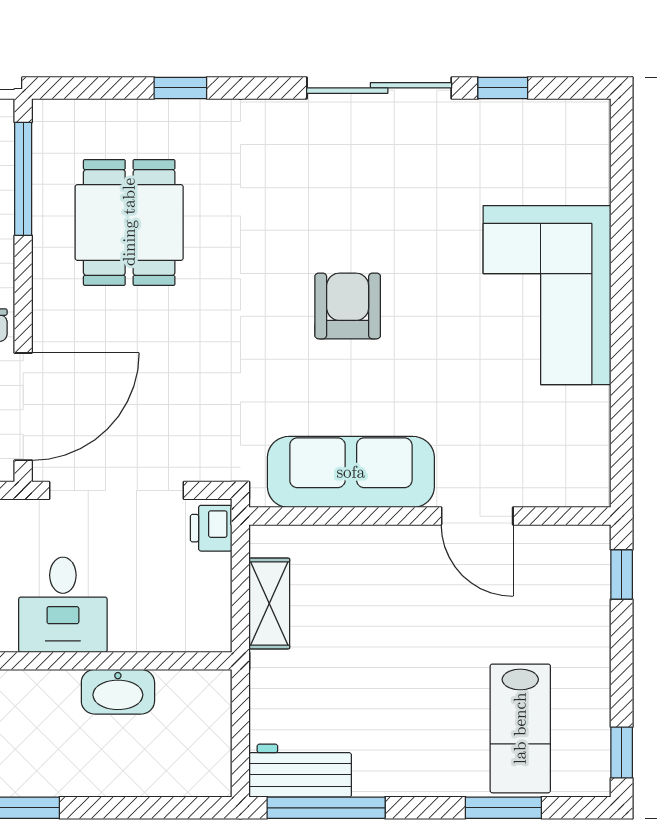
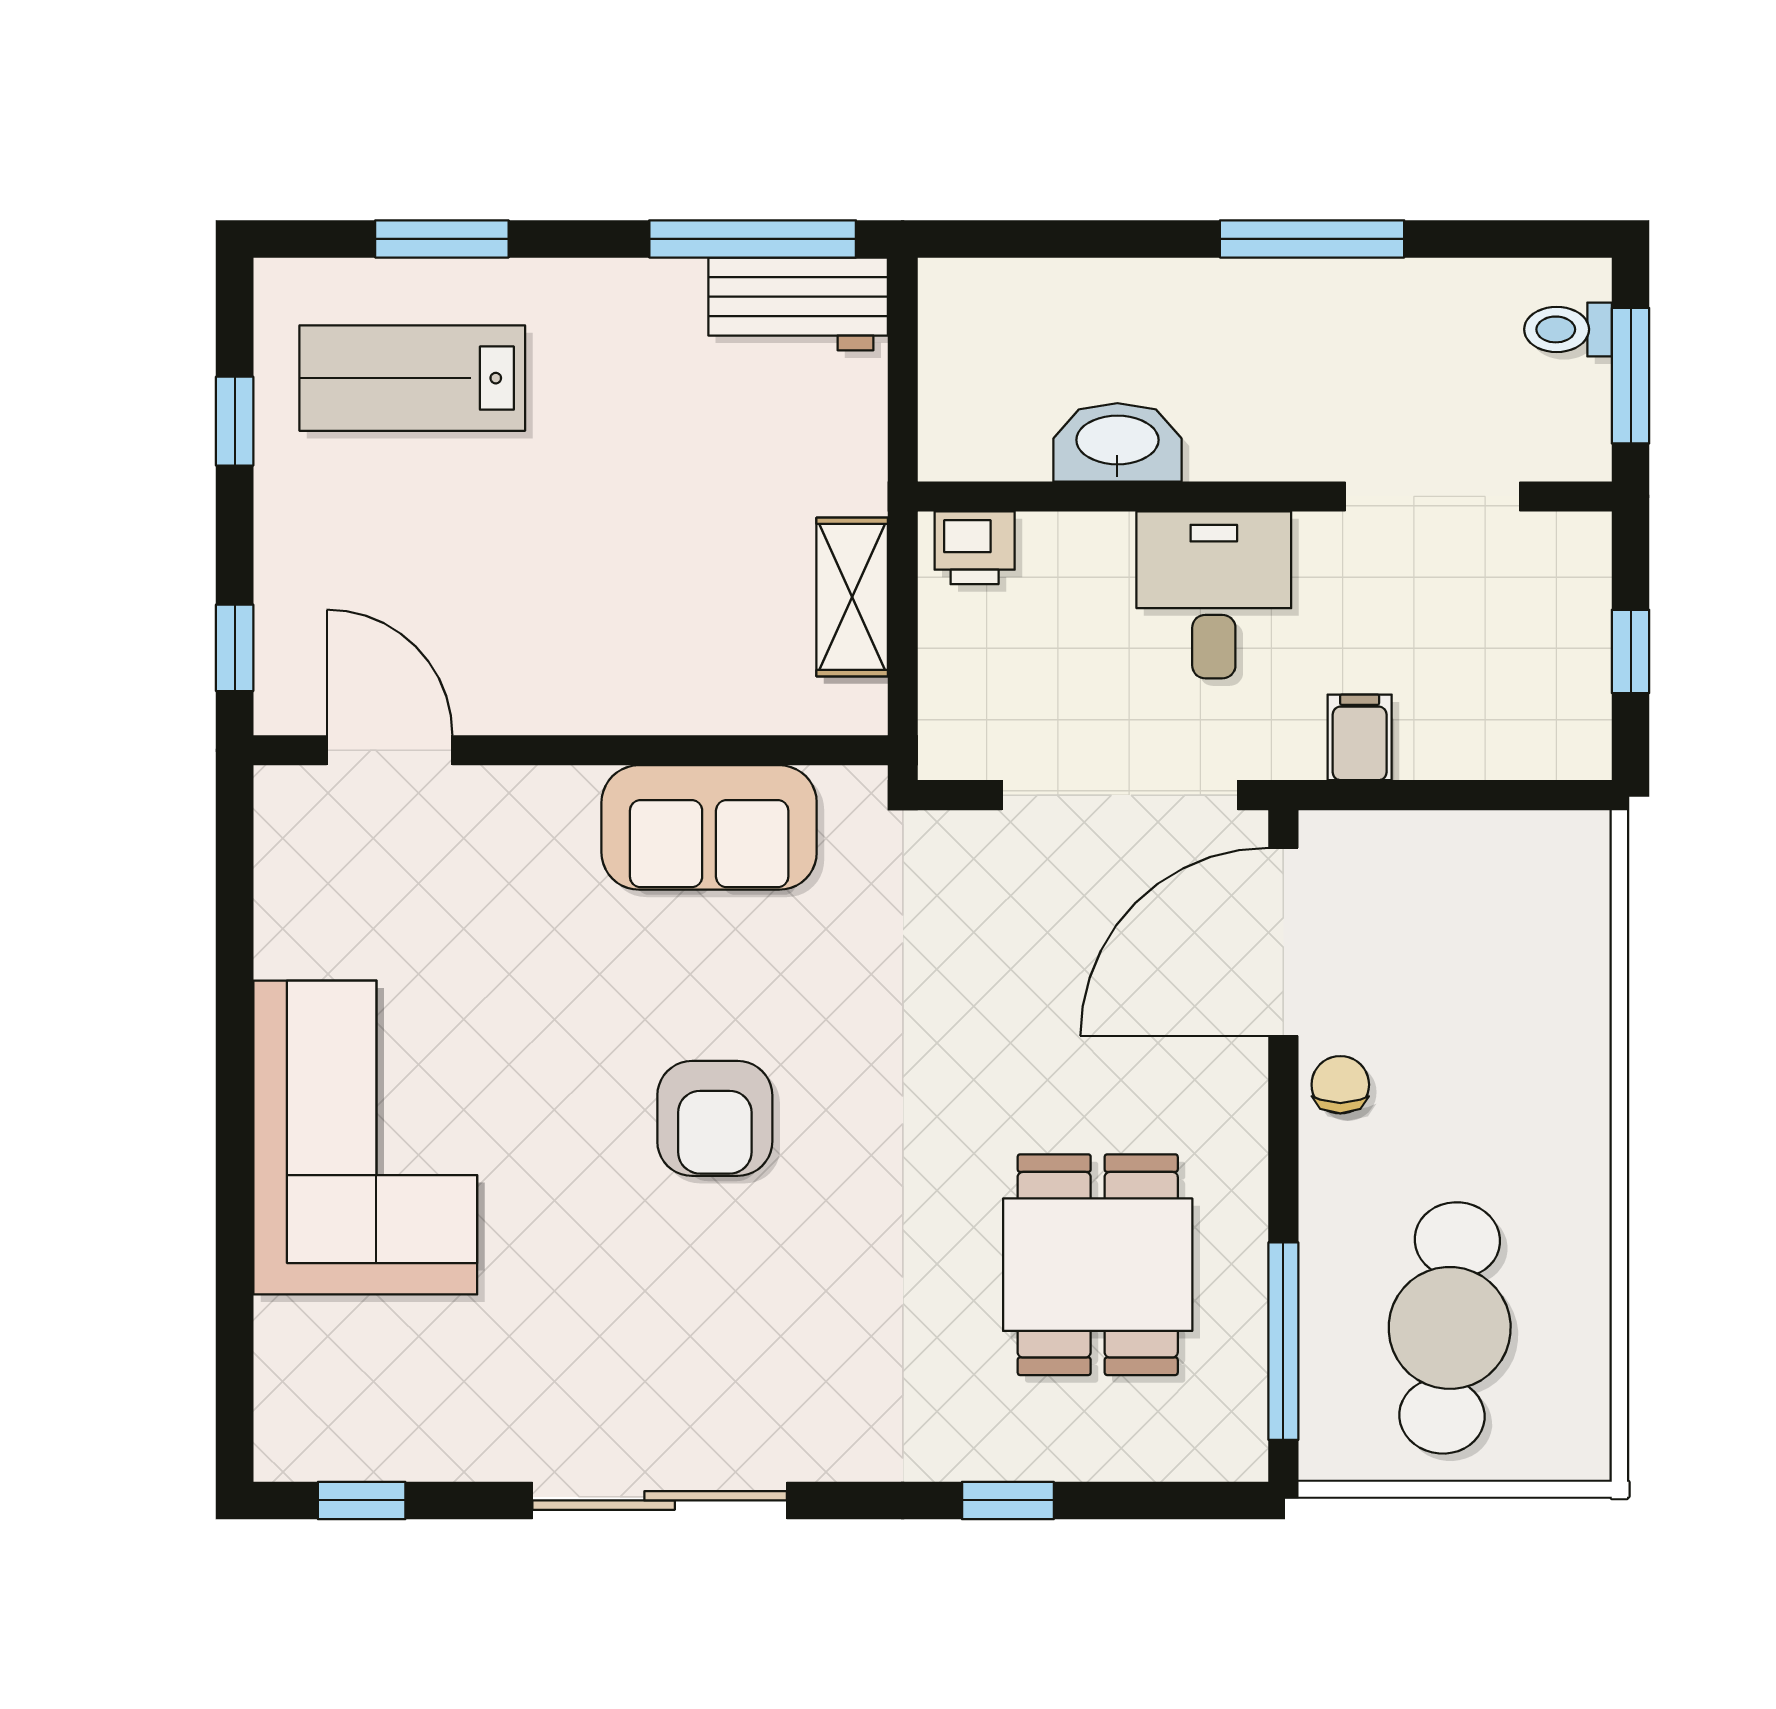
window: (503, 88) -> (362, 1500), moved
sofa: (351, 472) -> (709, 827), width x0.73
door: (477, 516) -> (390, 750), moved
printer: (211, 528) -> (975, 548), moved, turned 90
lab bench: (520, 728) -> (412, 378), turned -90
window: (622, 753) -> (235, 421), moved

